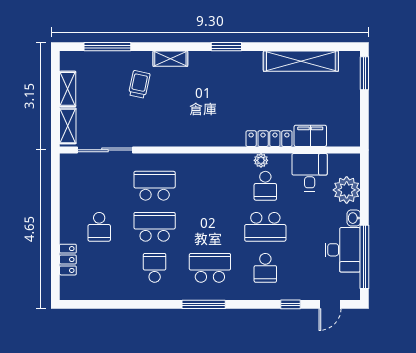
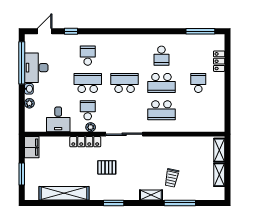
window: (107, 47) -> (180, 203), moved
window: (364, 73) -> (22, 174), moved
pallet: (237, 100) -> (107, 167), added
filing cabinet: (310, 136) -> (32, 147), moved, turned -90
sliding door: (105, 150) -> (124, 134), moved
plant: (347, 190) -> (29, 103), width x0.53, depth x0.53
school desk: (210, 268) -> (125, 83), moved, turned 180
window: (204, 304) -> (200, 31), moved

